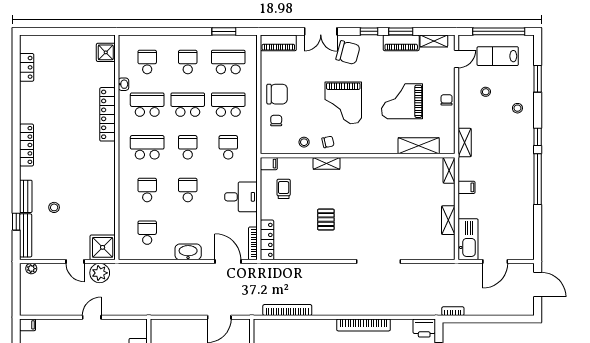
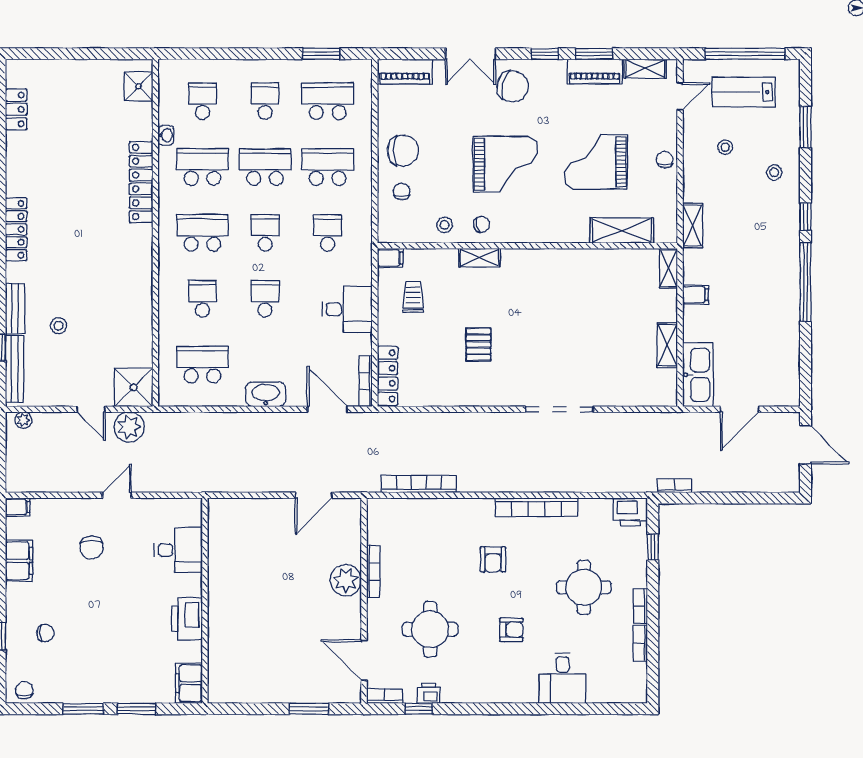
grand piano: (343, 103) -> (505, 164), turned -90
school desk: (147, 233) -> (202, 365), width x1.85

